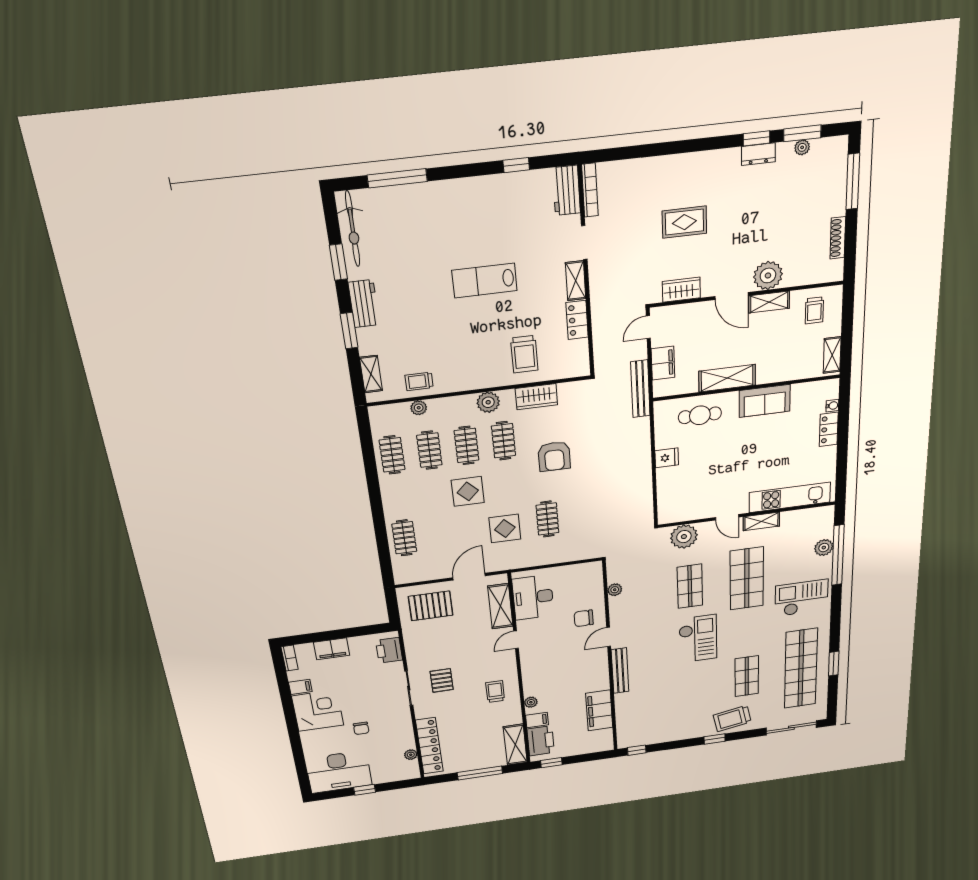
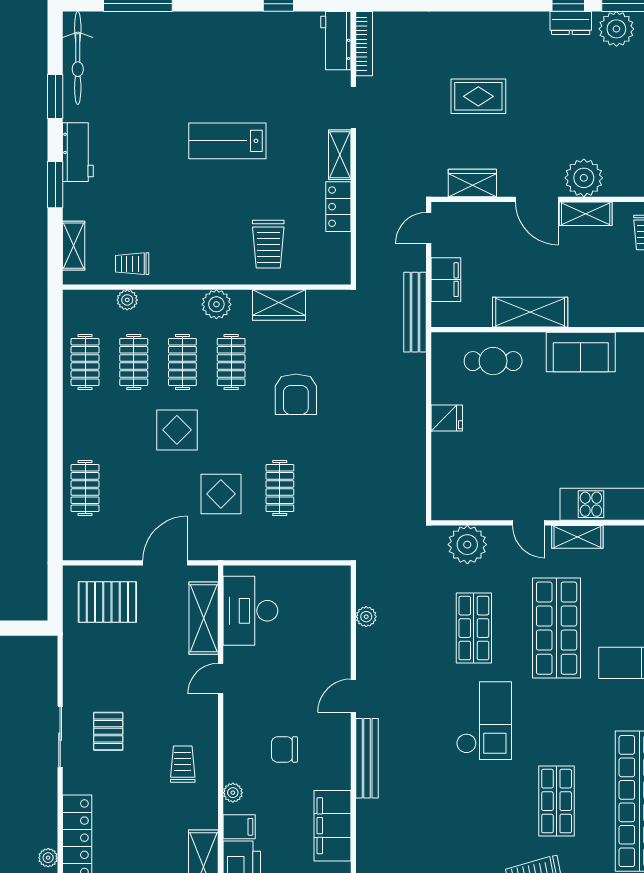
plant: (802, 147) -> (616, 29), width x1.88, depth x1.88
chair: (584, 618) -> (285, 749), moved
printer: (389, 650) -> (41, 667), removed

